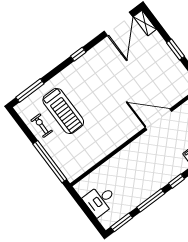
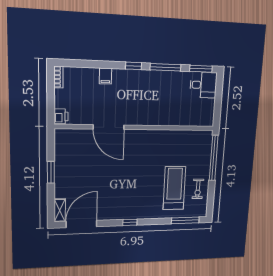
desk: (100, 200) -> (203, 85), moved

